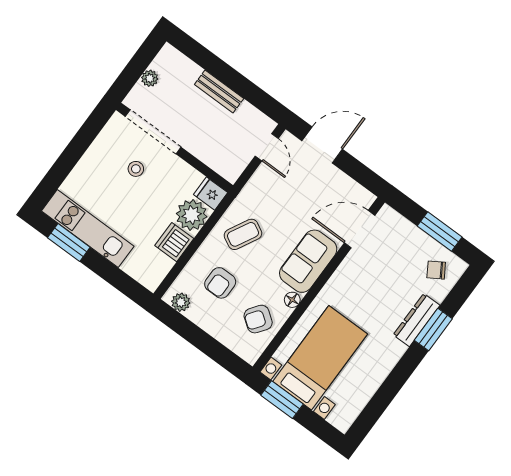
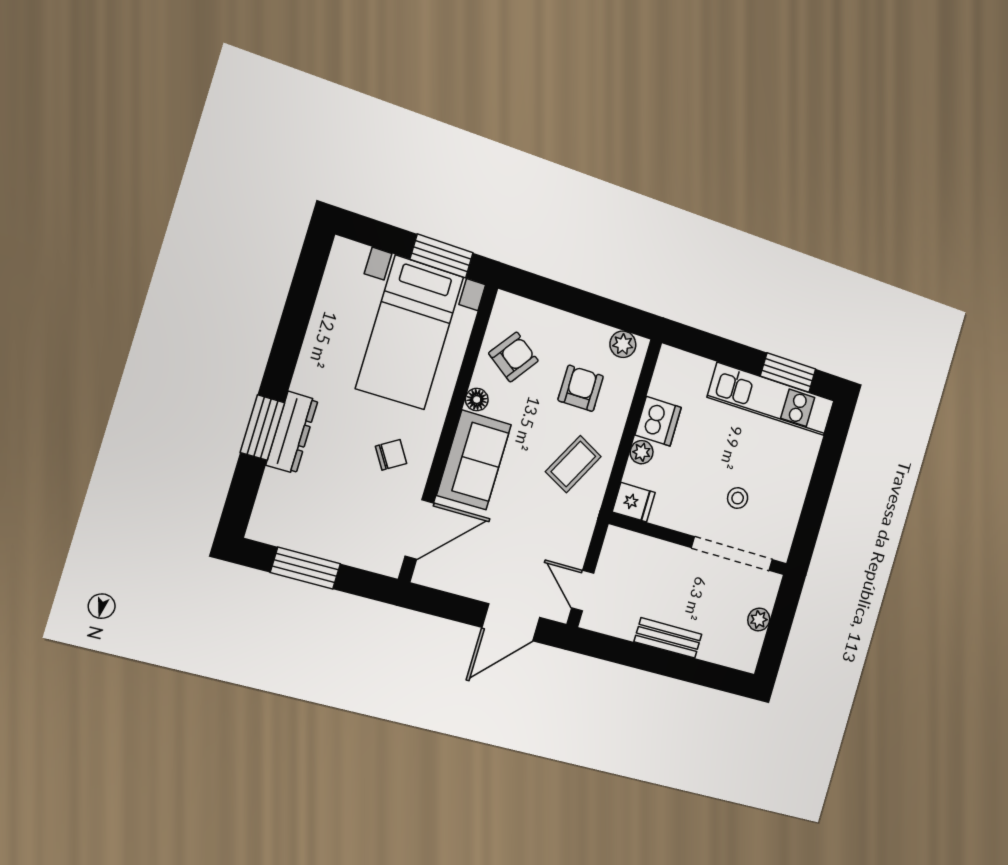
plant: (192, 215) -> (642, 452), width x0.53, depth x0.53
chair: (436, 270) -> (391, 455), moved

